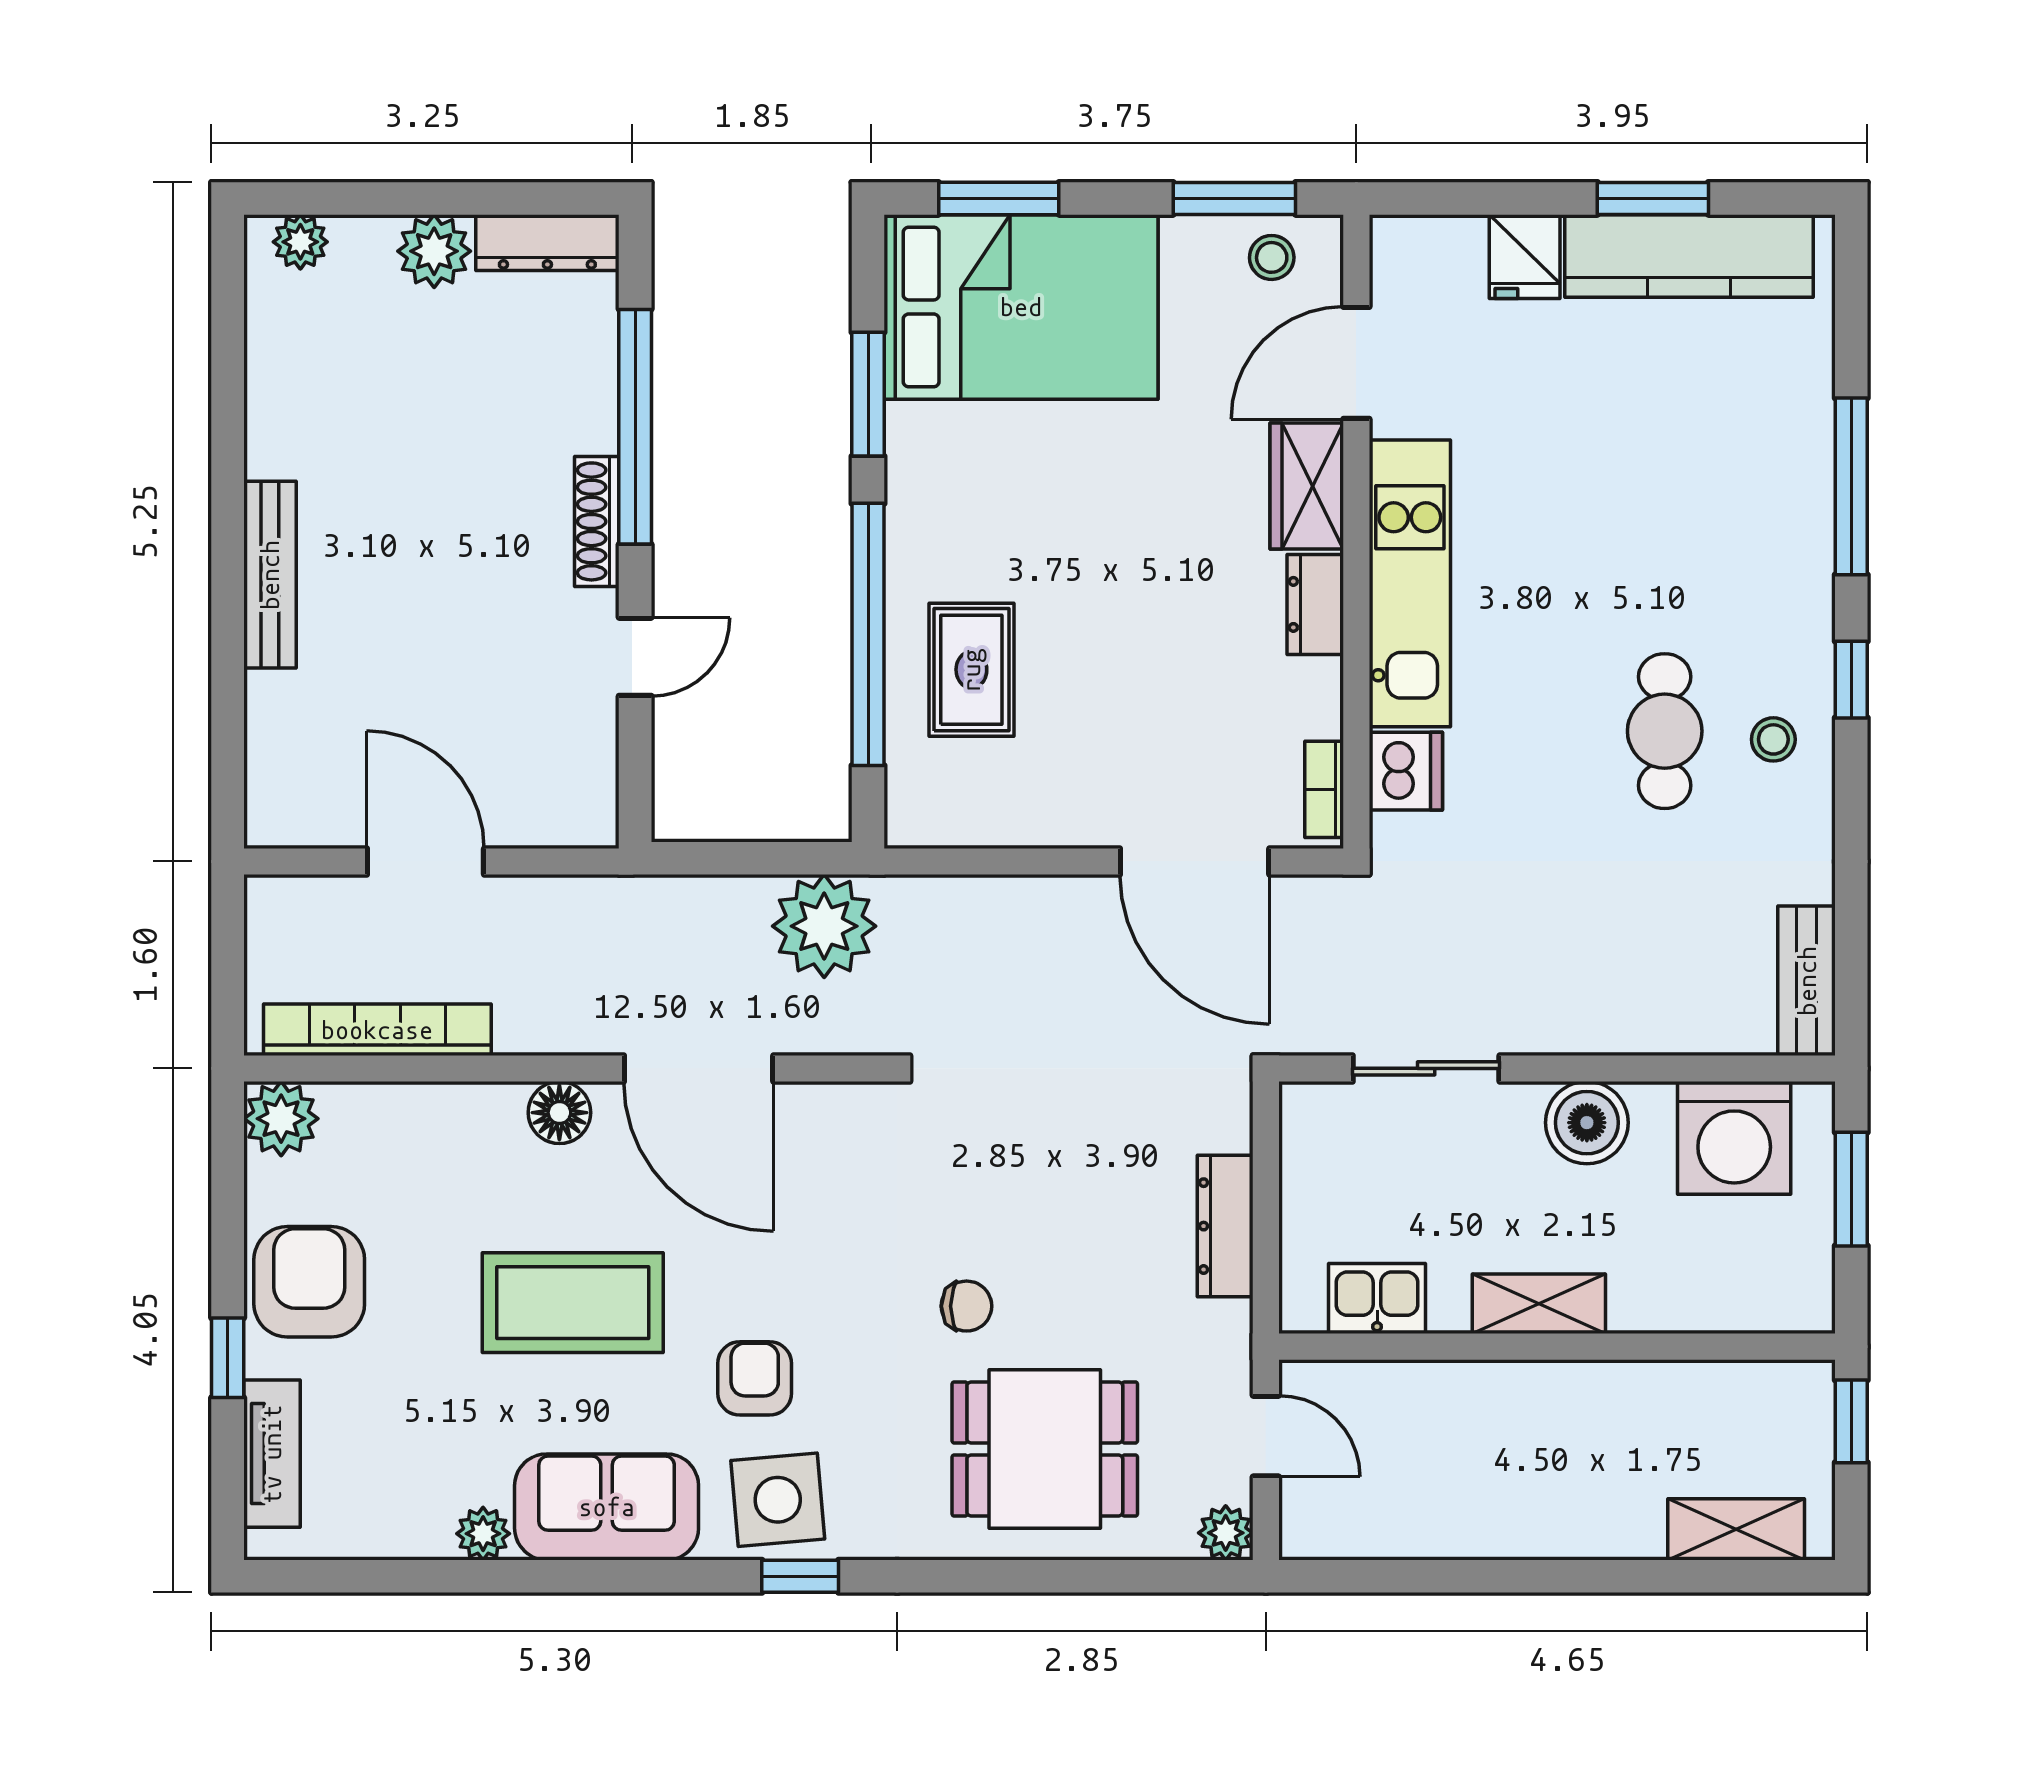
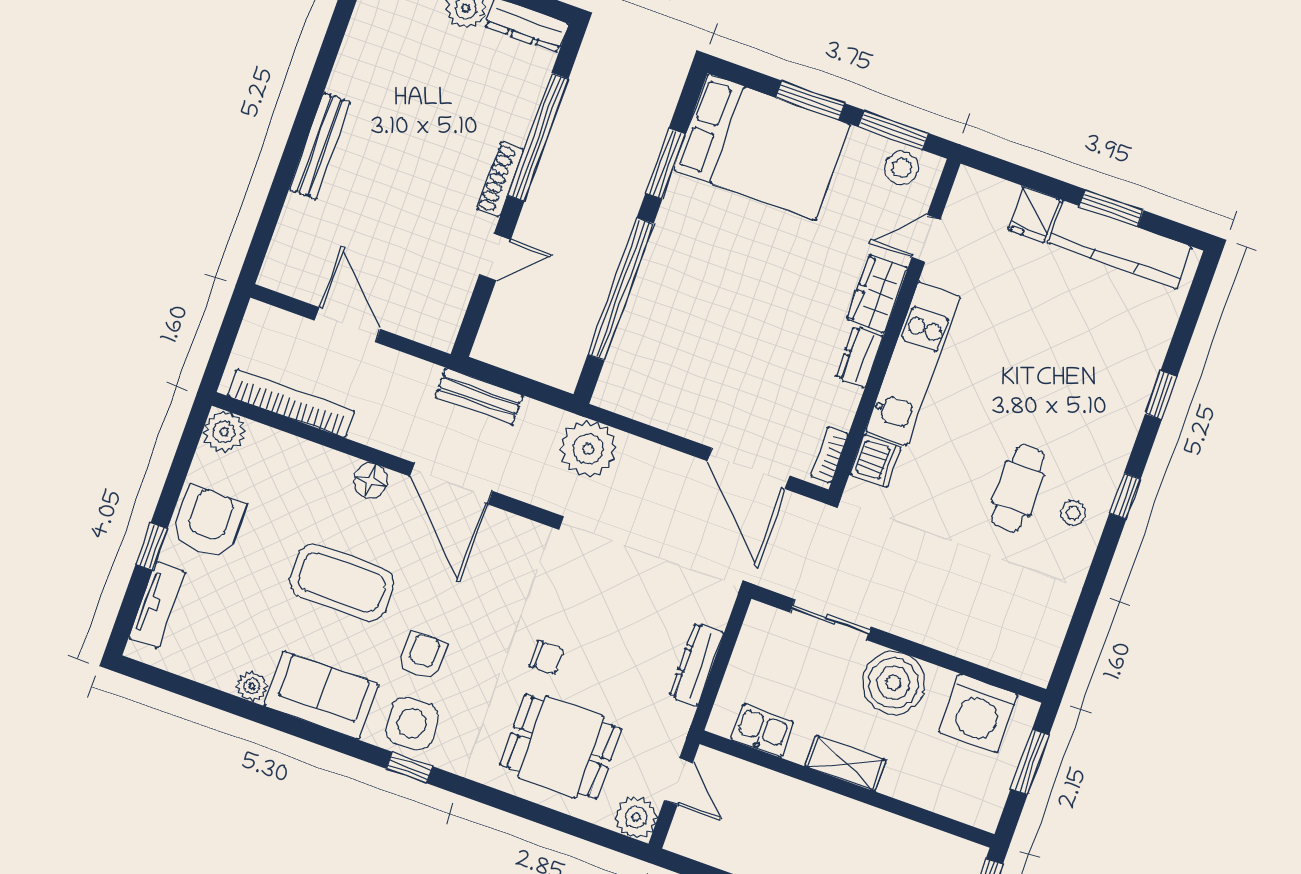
window: (999, 198) -> (810, 100), moved
stool: (1272, 257) -> (902, 168), width x1.37, depth x1.37
door: (1356, 363) -> (926, 239), width x0.73
window: (1851, 486) -> (1161, 395), width x0.46
rug: (971, 670) -> (668, 327), removed
plant: (824, 926) -> (588, 449), moved
bench: (1807, 981) -> (479, 396), moved, turned 90
boiler: (1587, 1123) -> (894, 683), width x1.37, depth x1.37
plant: (1226, 1533) -> (636, 817), width x1.38, depth x1.38

